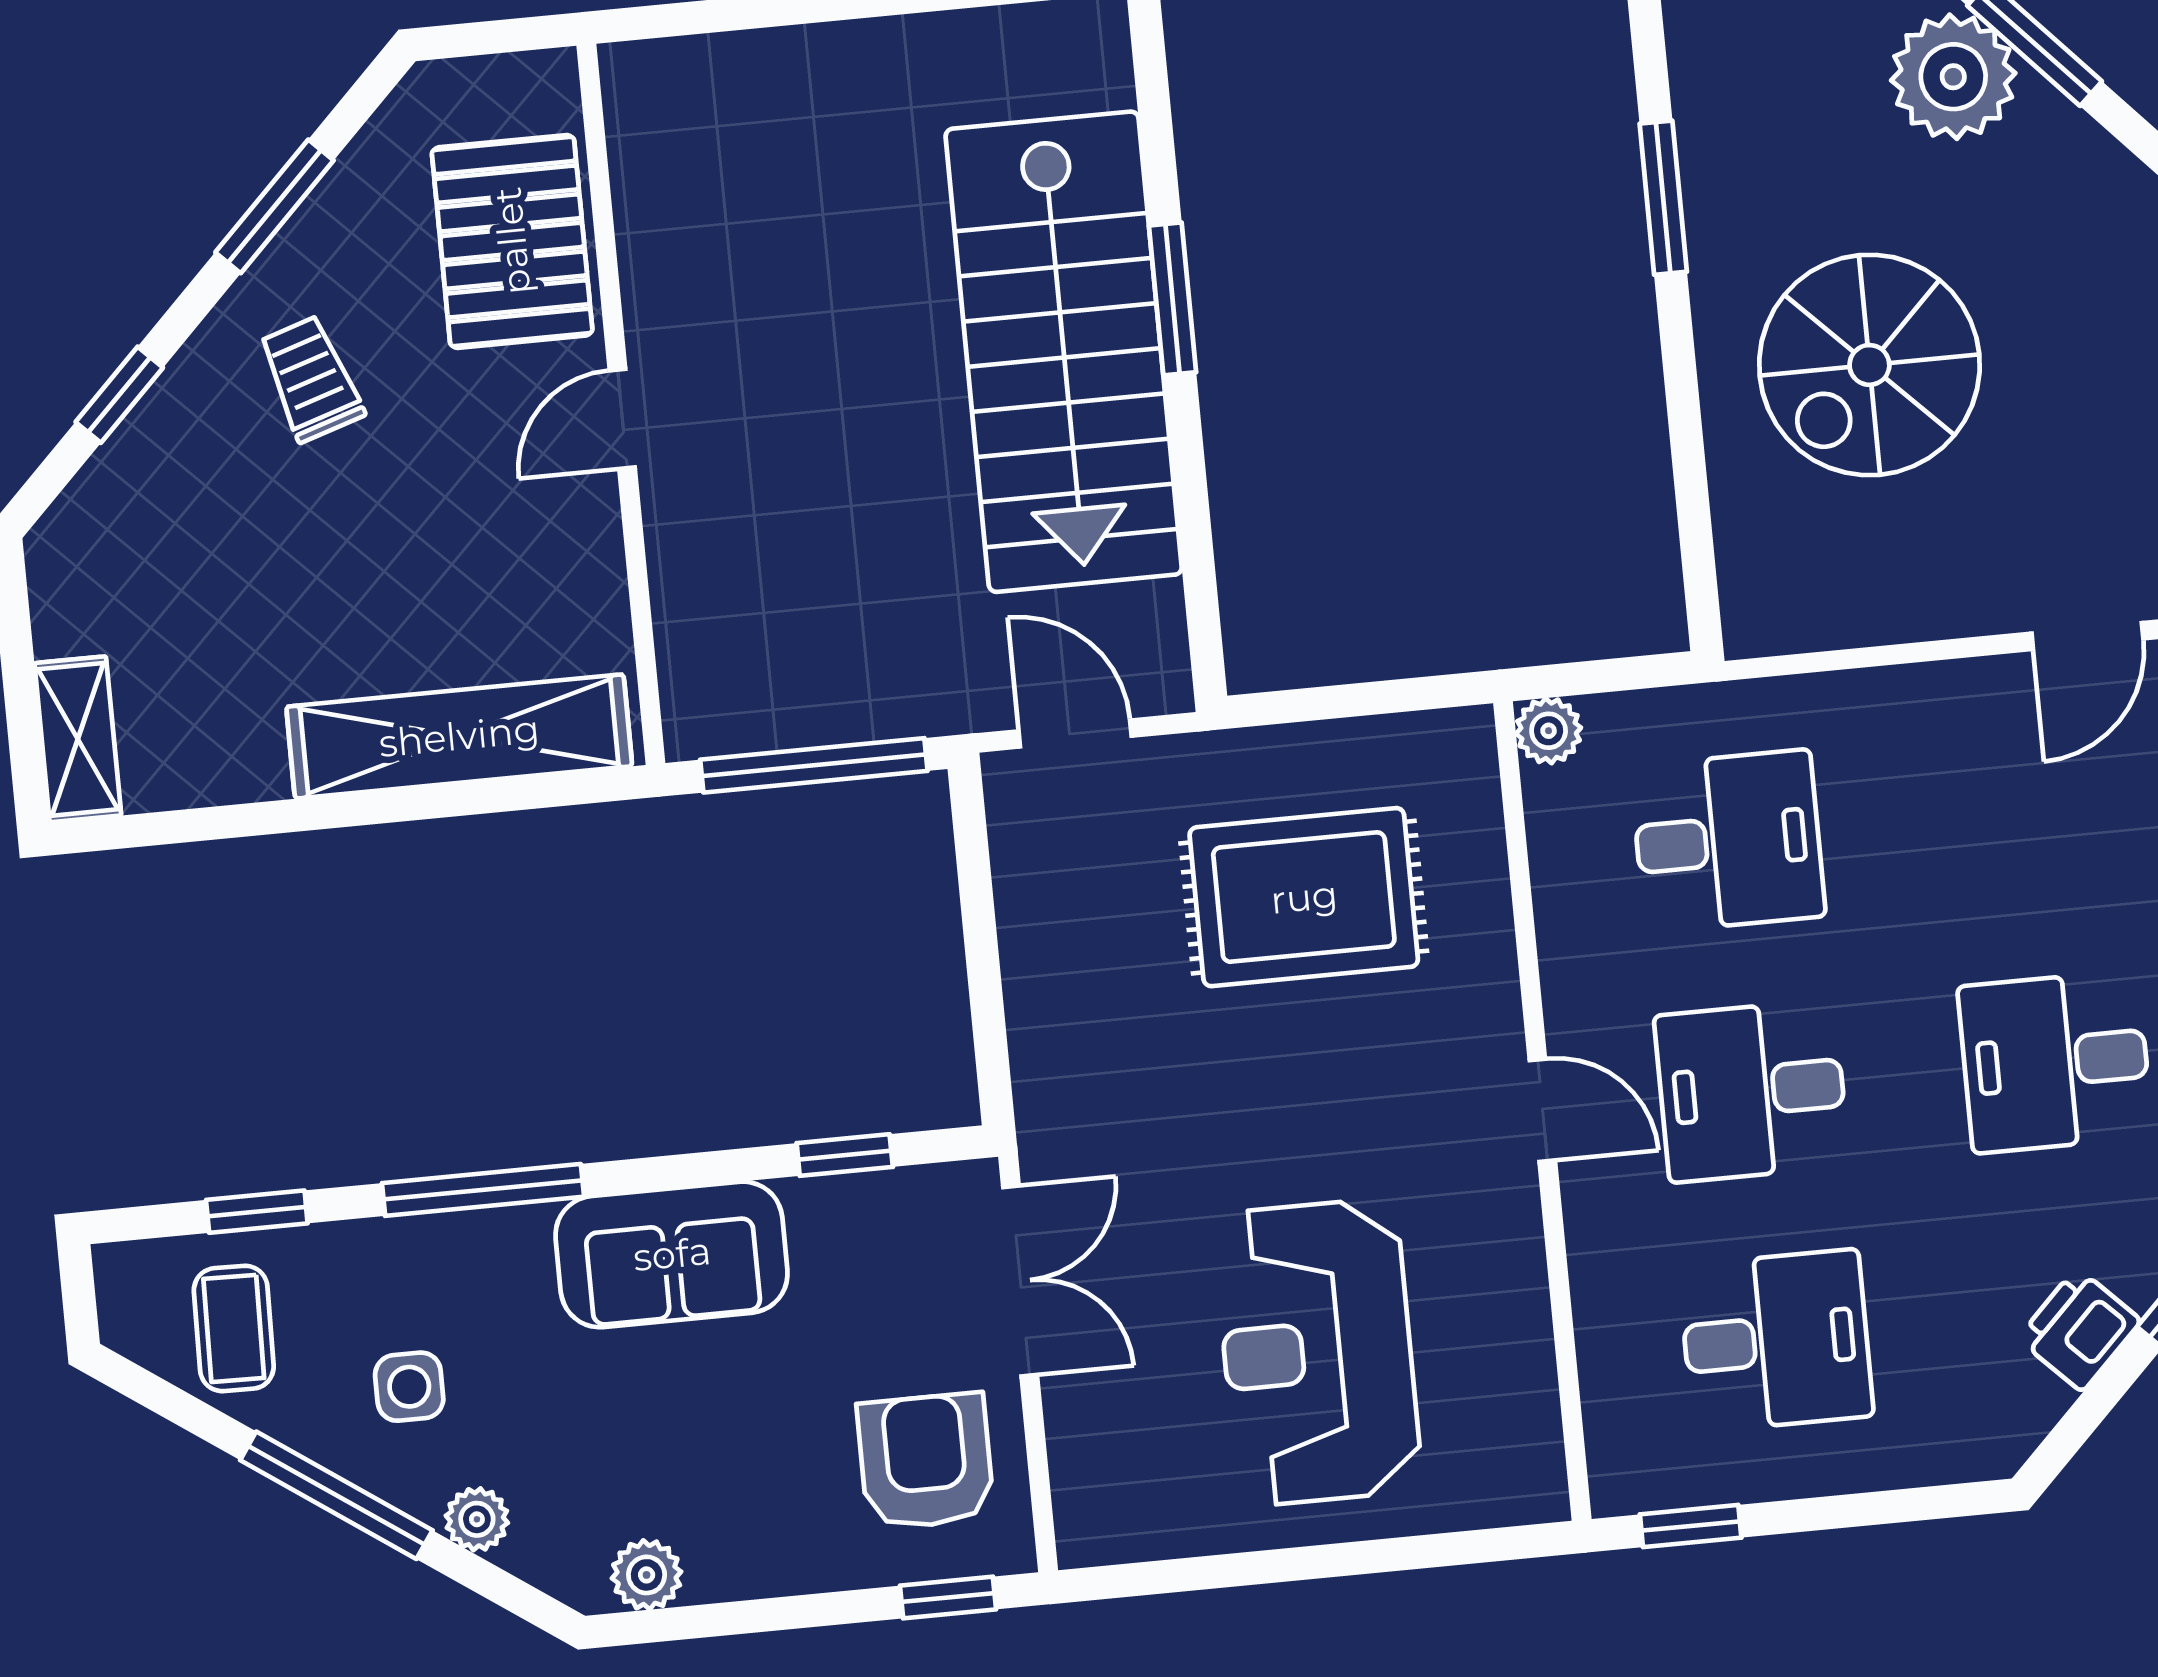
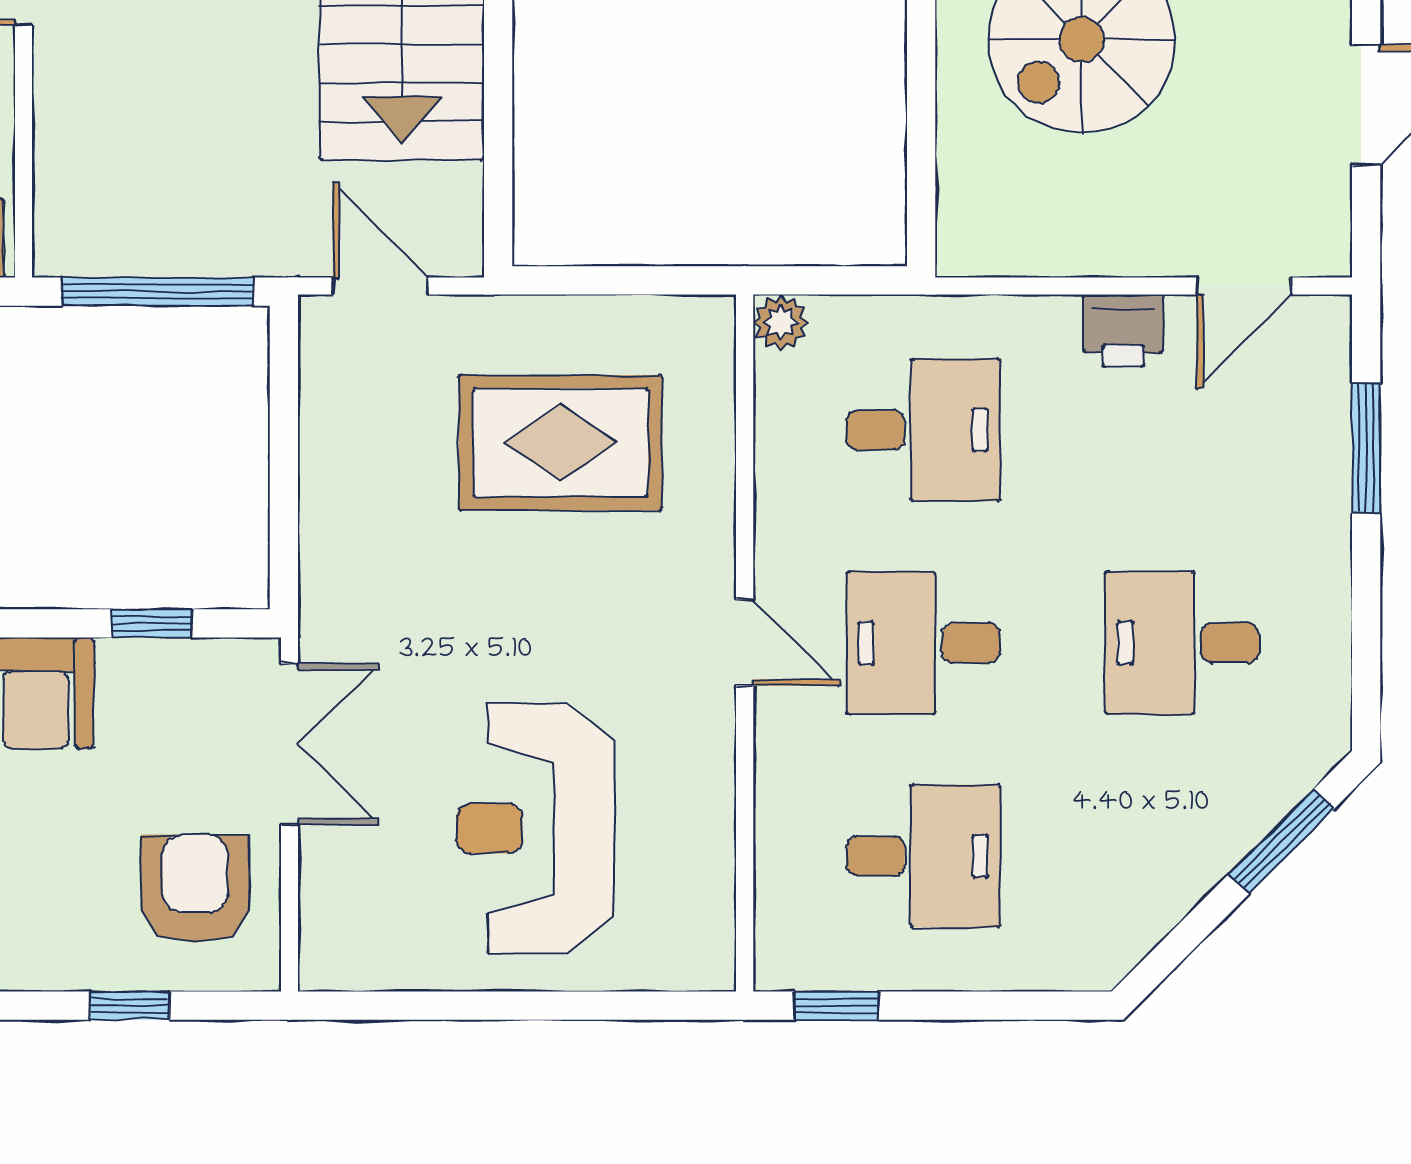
printer: (2079, 1330) -> (1123, 331), moved, turned -135
window: (948, 1597) -> (130, 1006), moved

